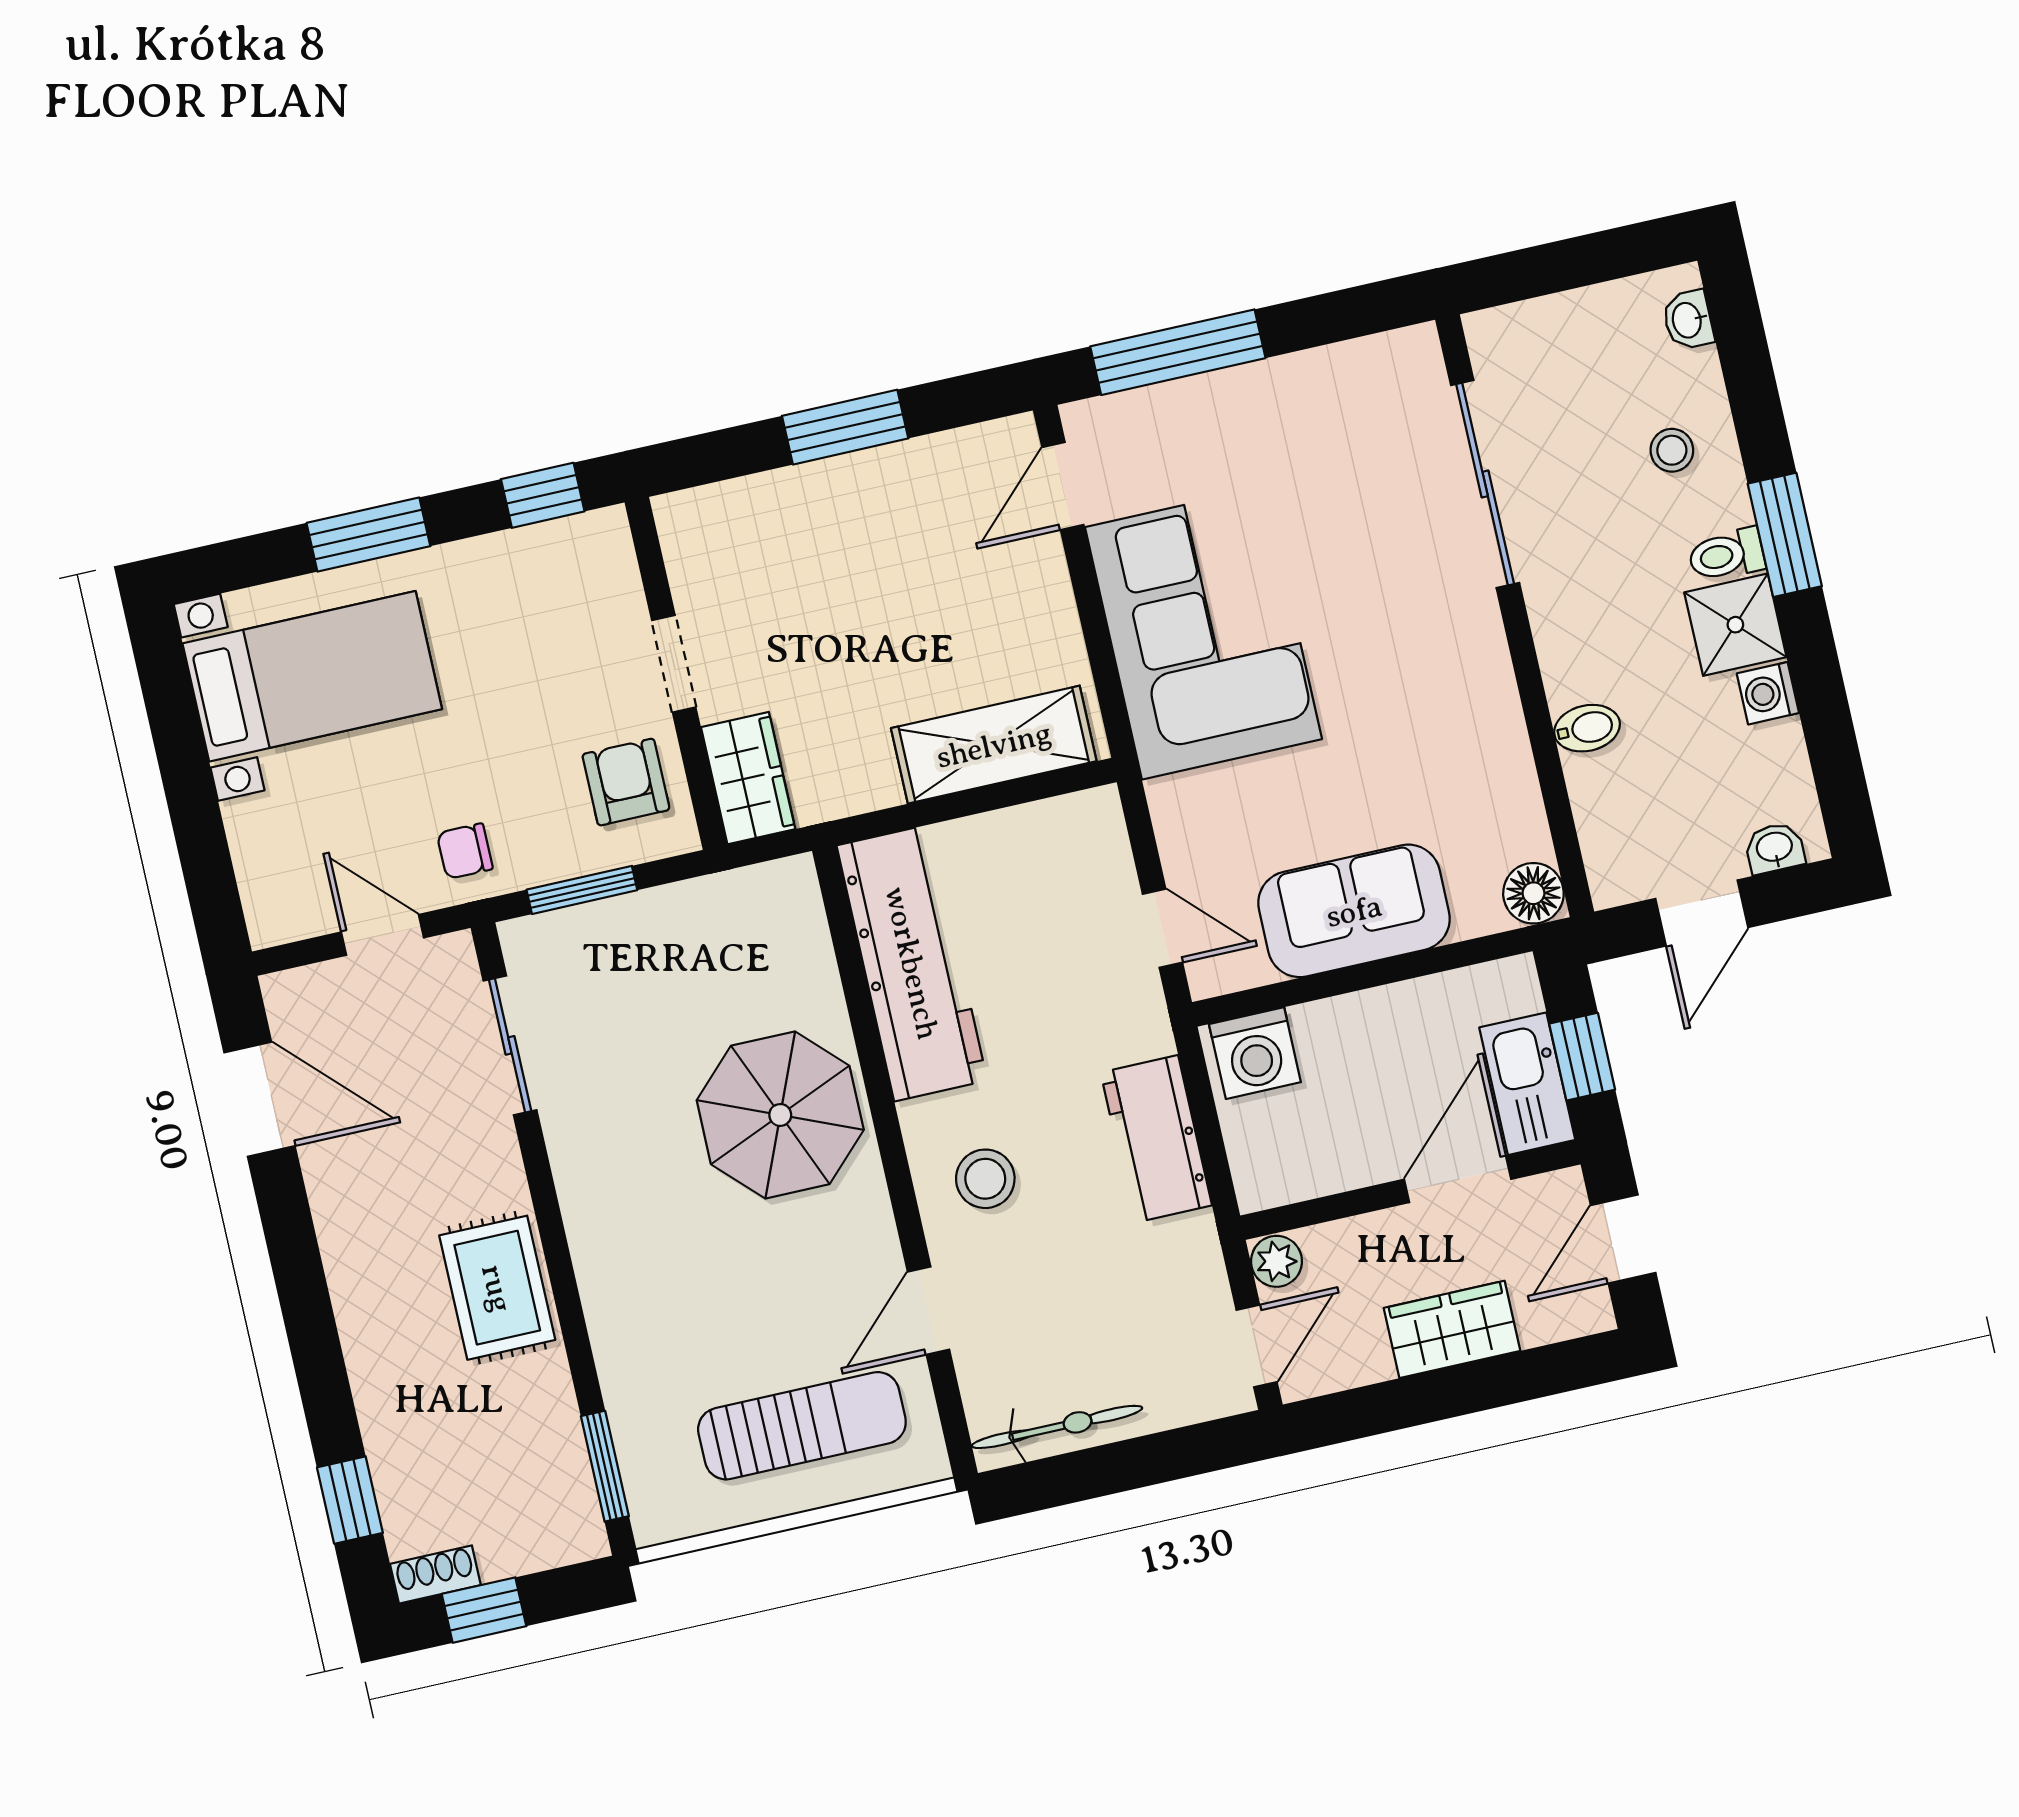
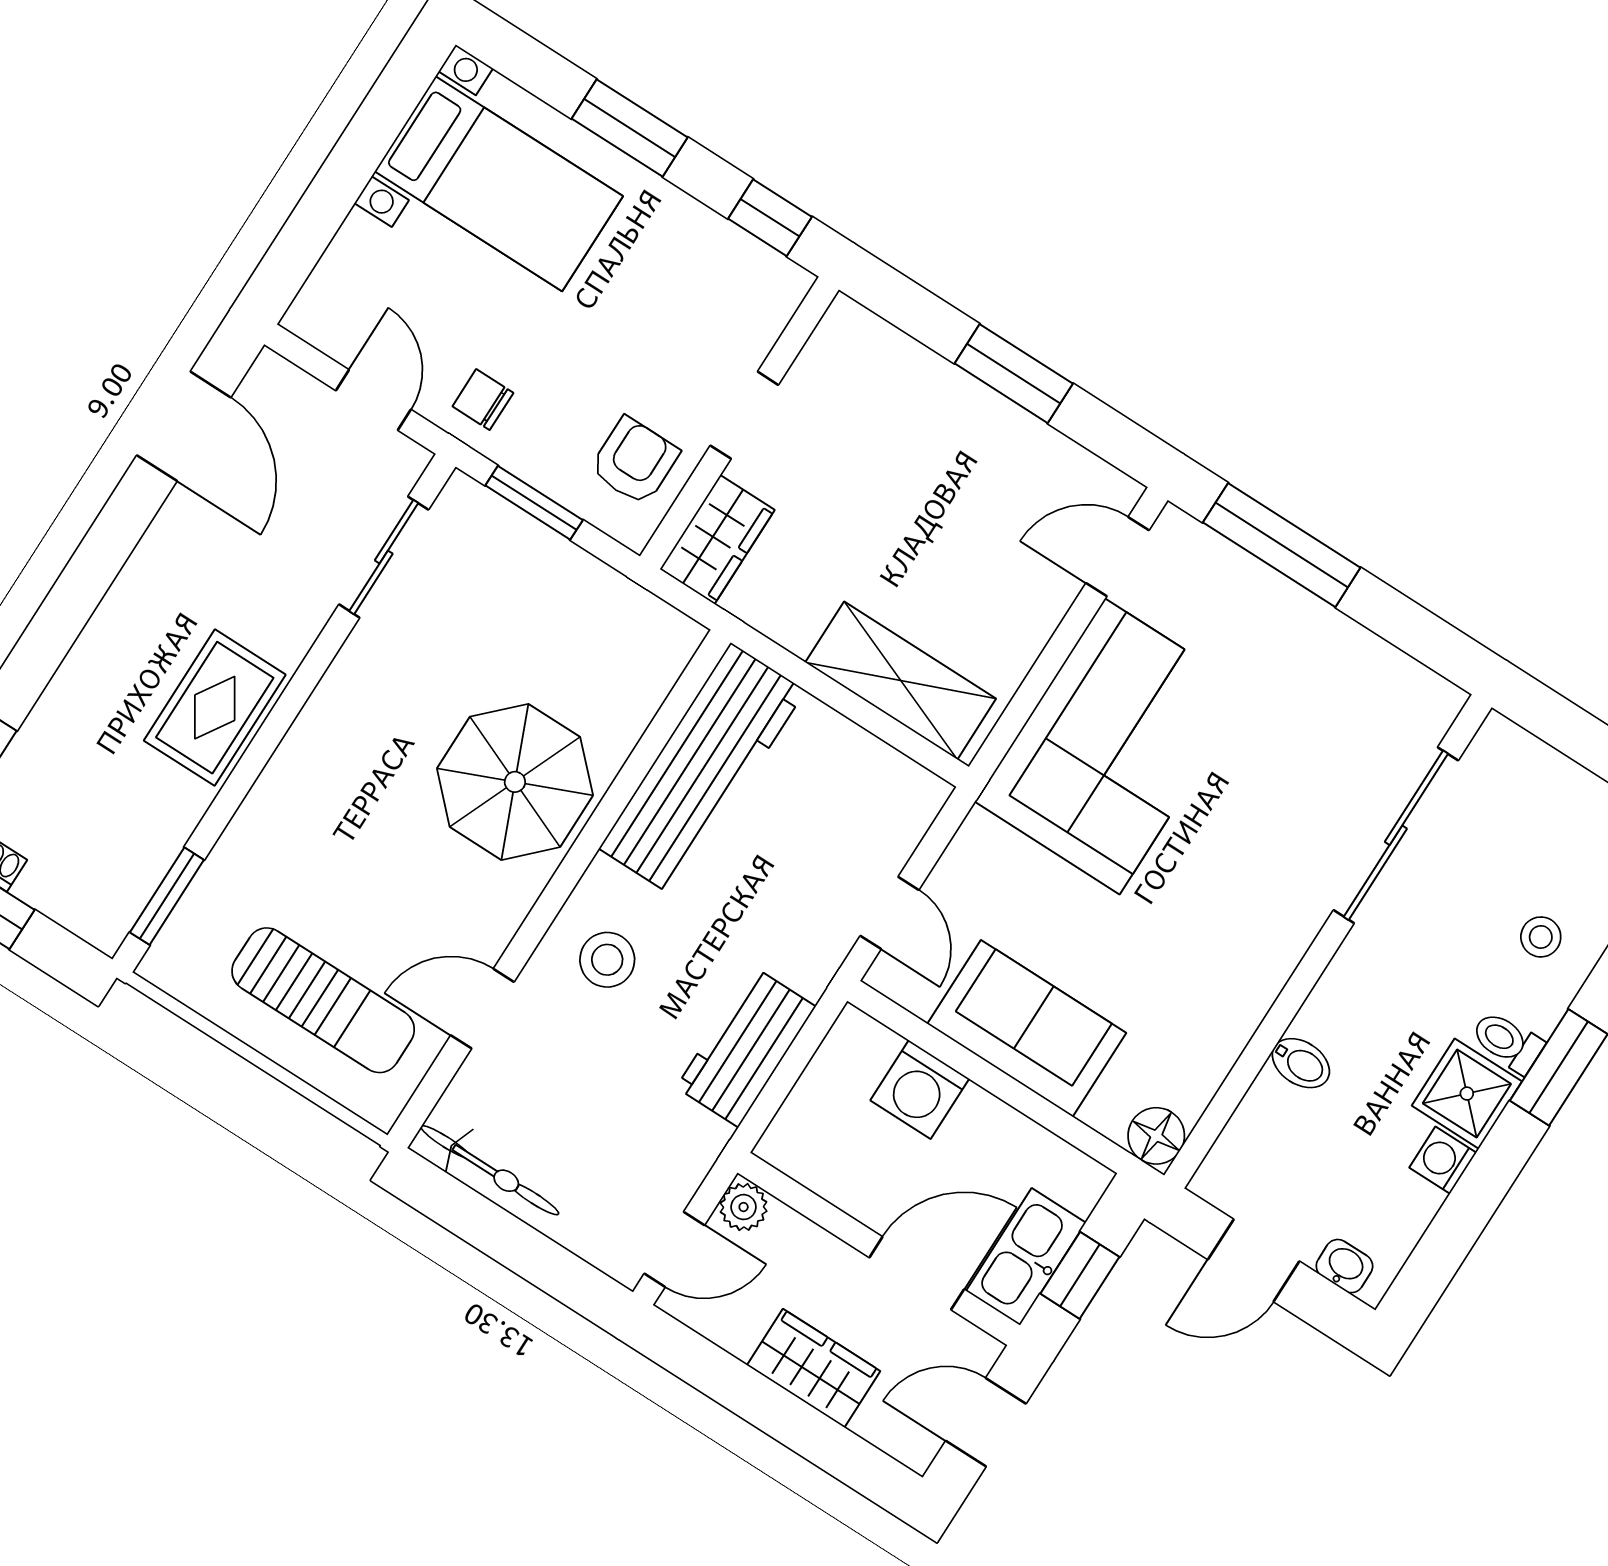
washing machine: (1255, 1053) -> (920, 1090), moved

